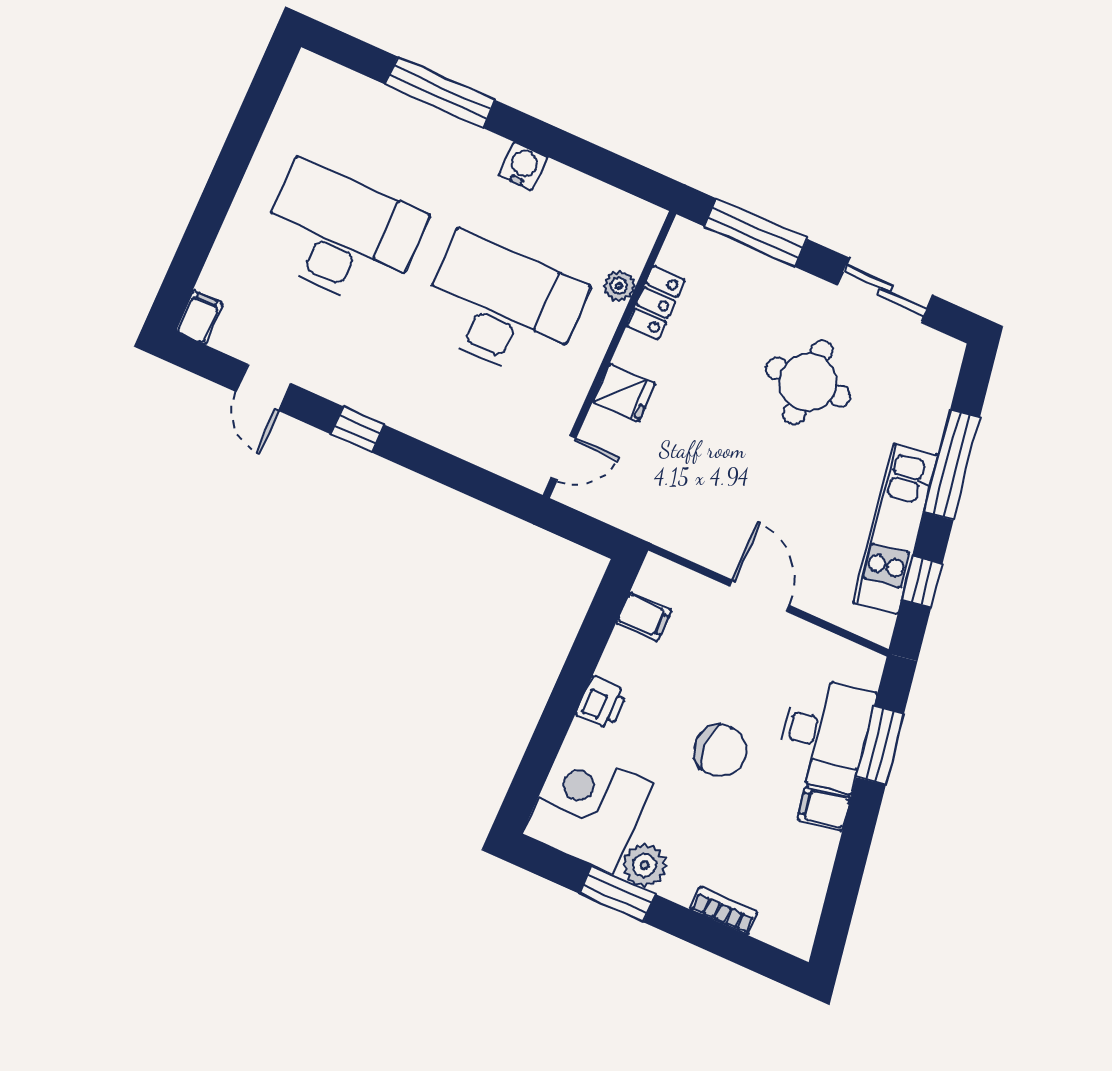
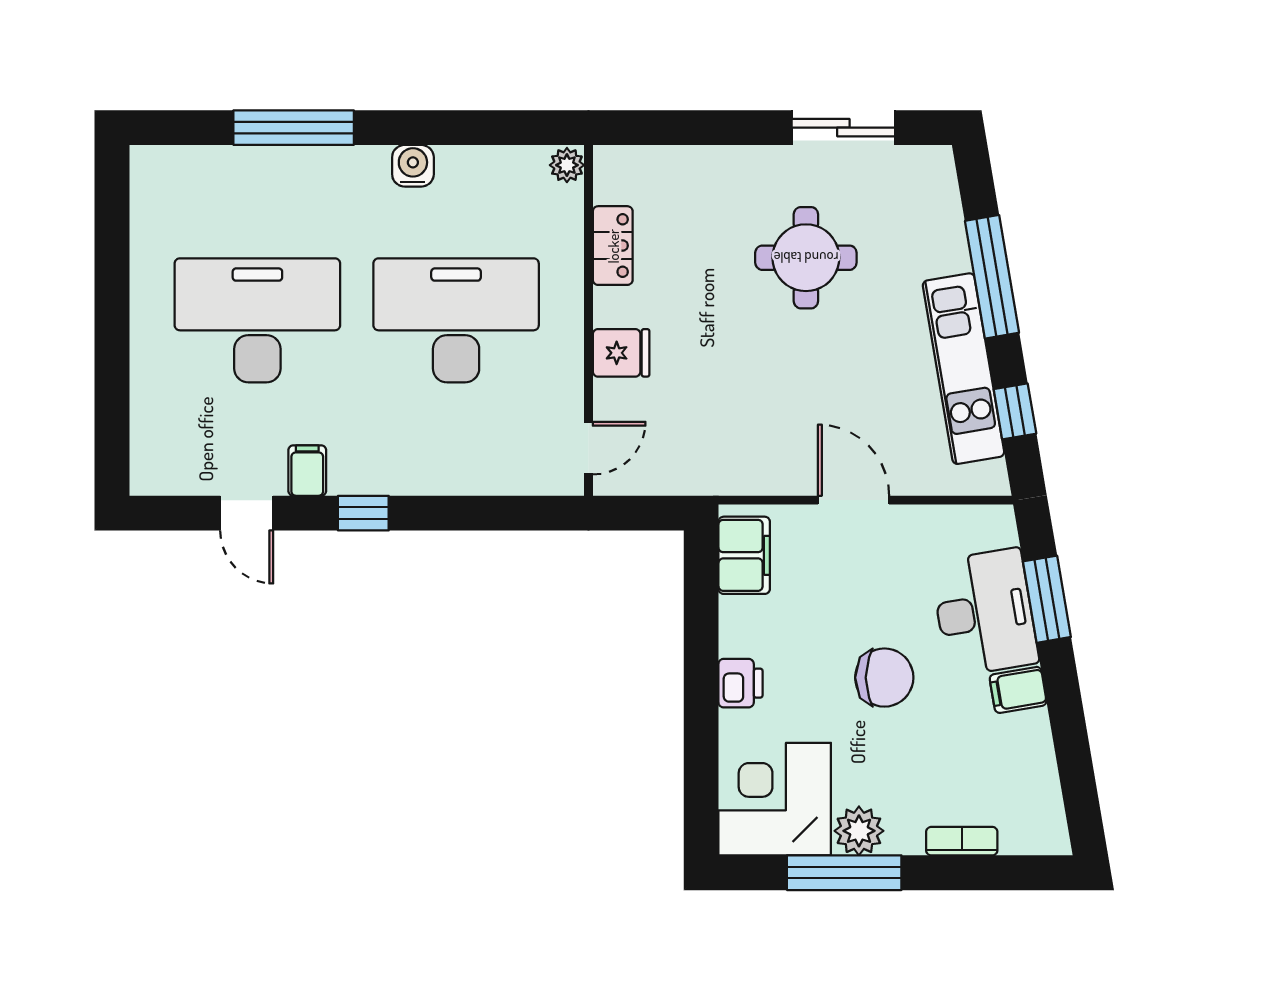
window: (756, 233) -> (683, 128), removed
plant: (619, 286) -> (567, 165), moved
filing cabinet: (199, 317) -> (307, 471), moved
filing cabinet: (644, 616) -> (744, 555), width x2.00
window: (617, 894) -> (844, 873), width x1.44

